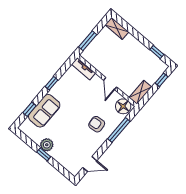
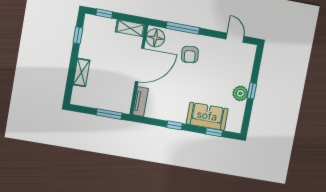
shelving: (117, 28) -> (81, 72), moved
door: (110, 84) -> (140, 65), width x1.88

